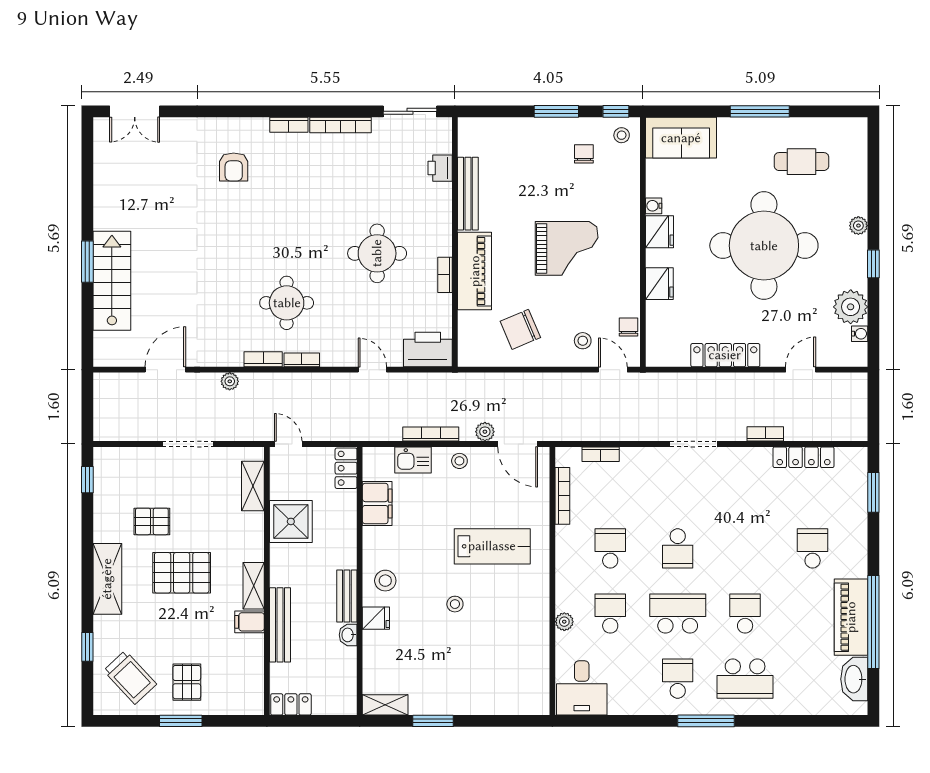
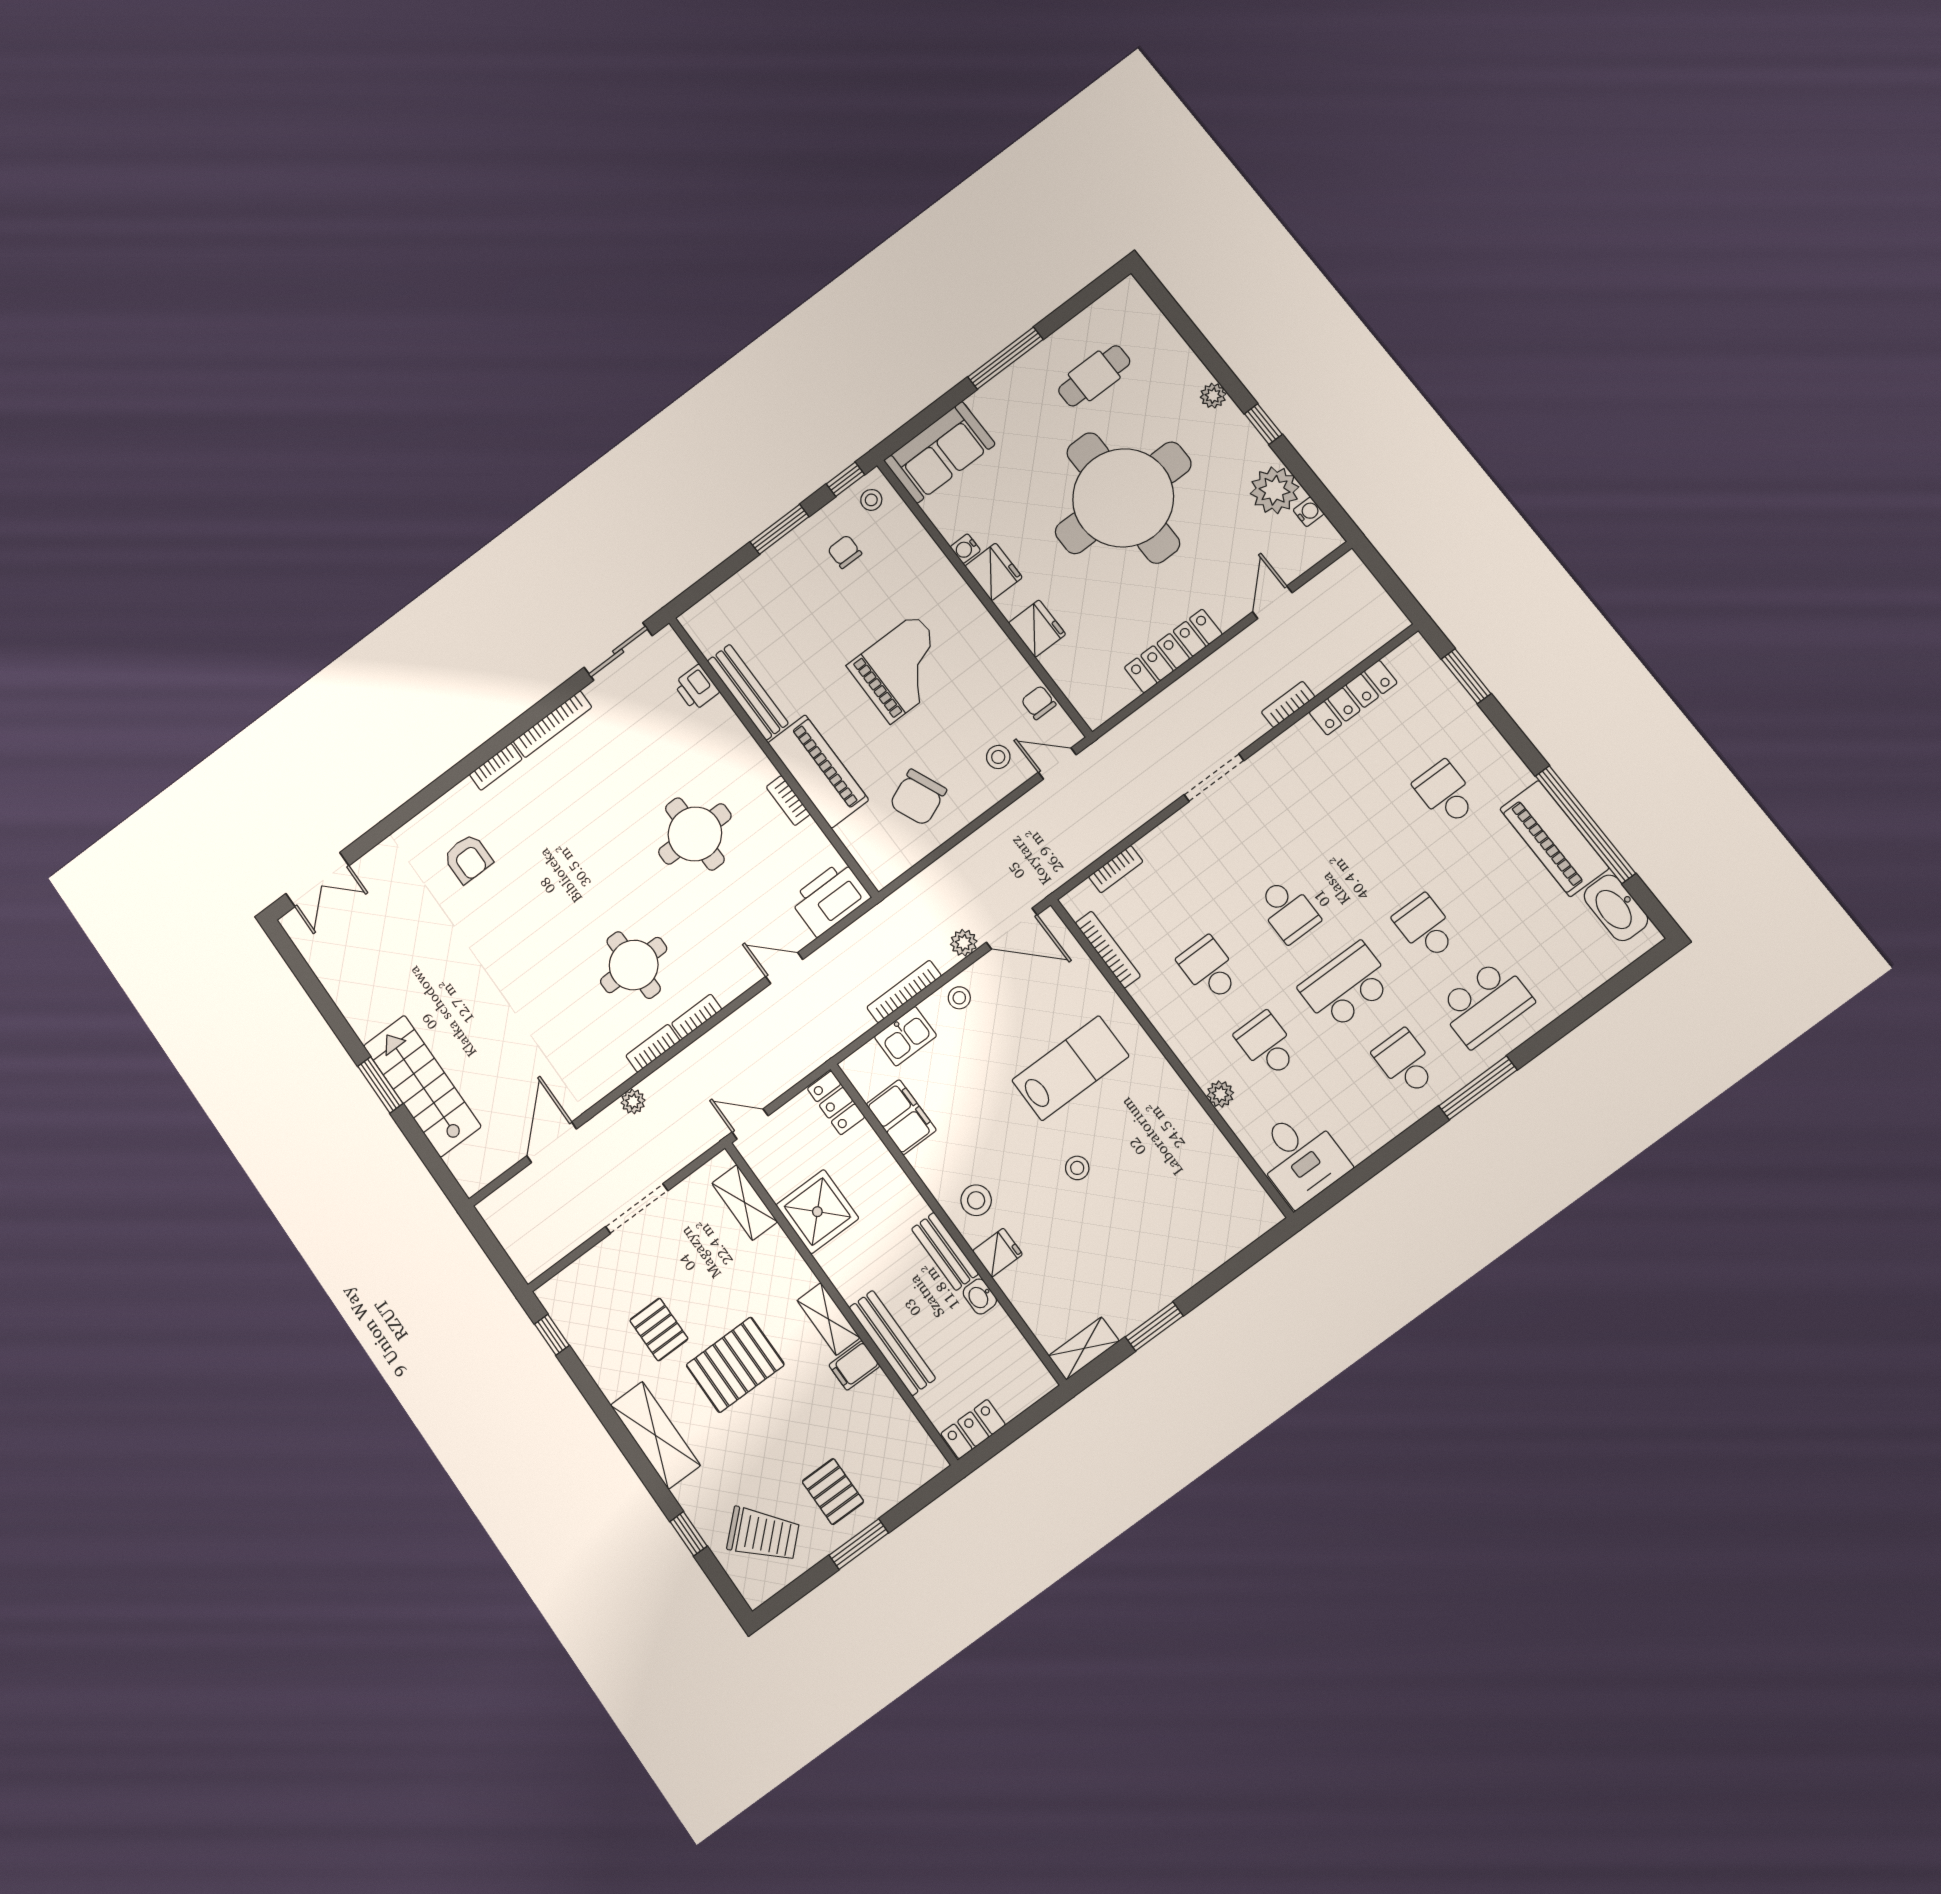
pallet: (152, 521) -> (659, 1330), turned 90

